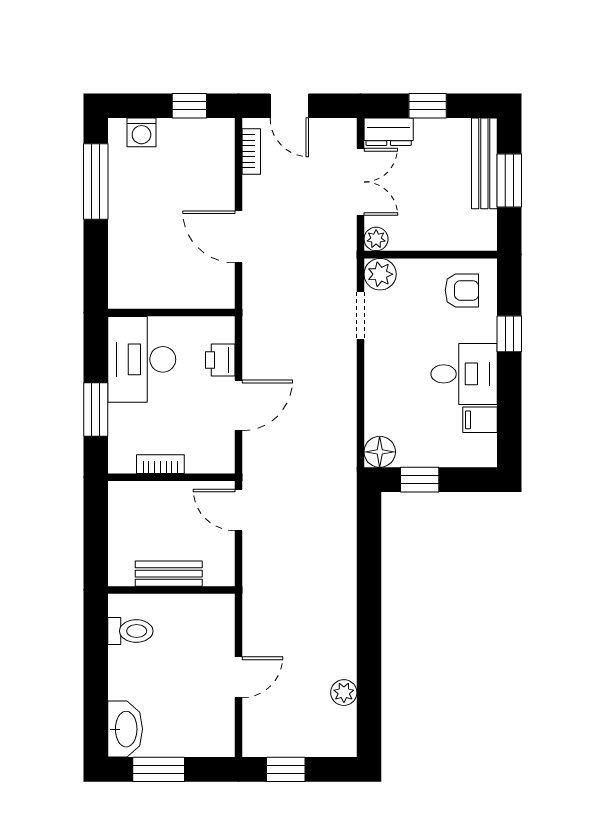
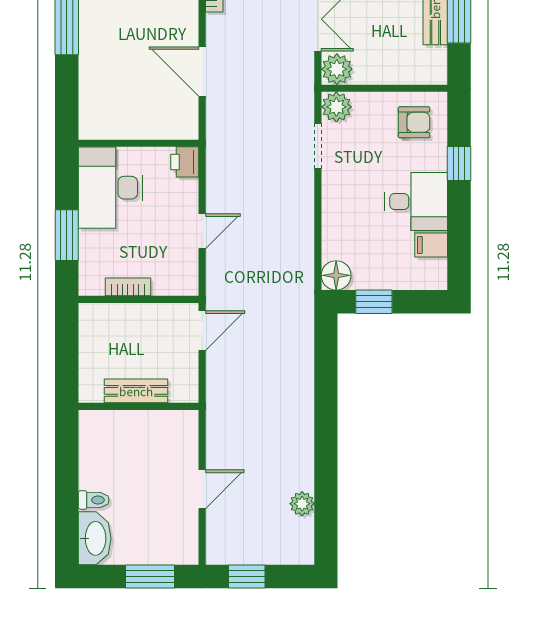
plant: (376, 239) -> (337, 69), width x1.38, depth x1.38
printer: (220, 360) -> (185, 162), moved
door: (238, 405) -> (202, 231), width x0.73
door: (238, 510) -> (202, 331), swing flipped
toilet: (130, 631) -> (94, 500), moved, width x0.73, depth x0.72
window: (159, 769) -> (150, 577), moved

